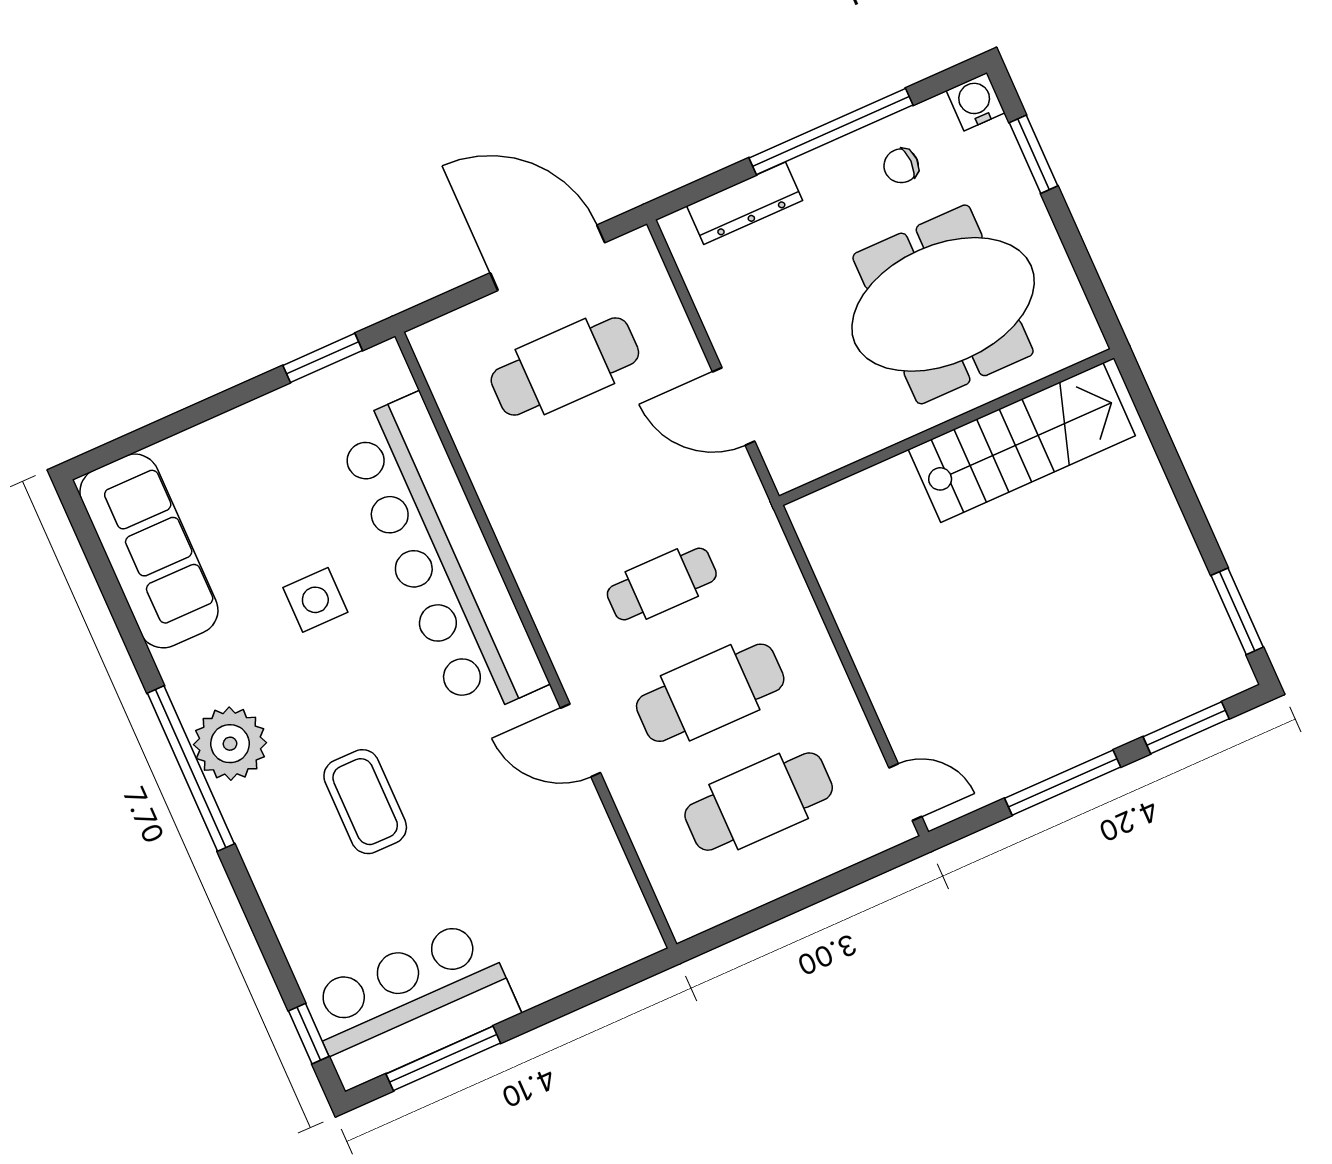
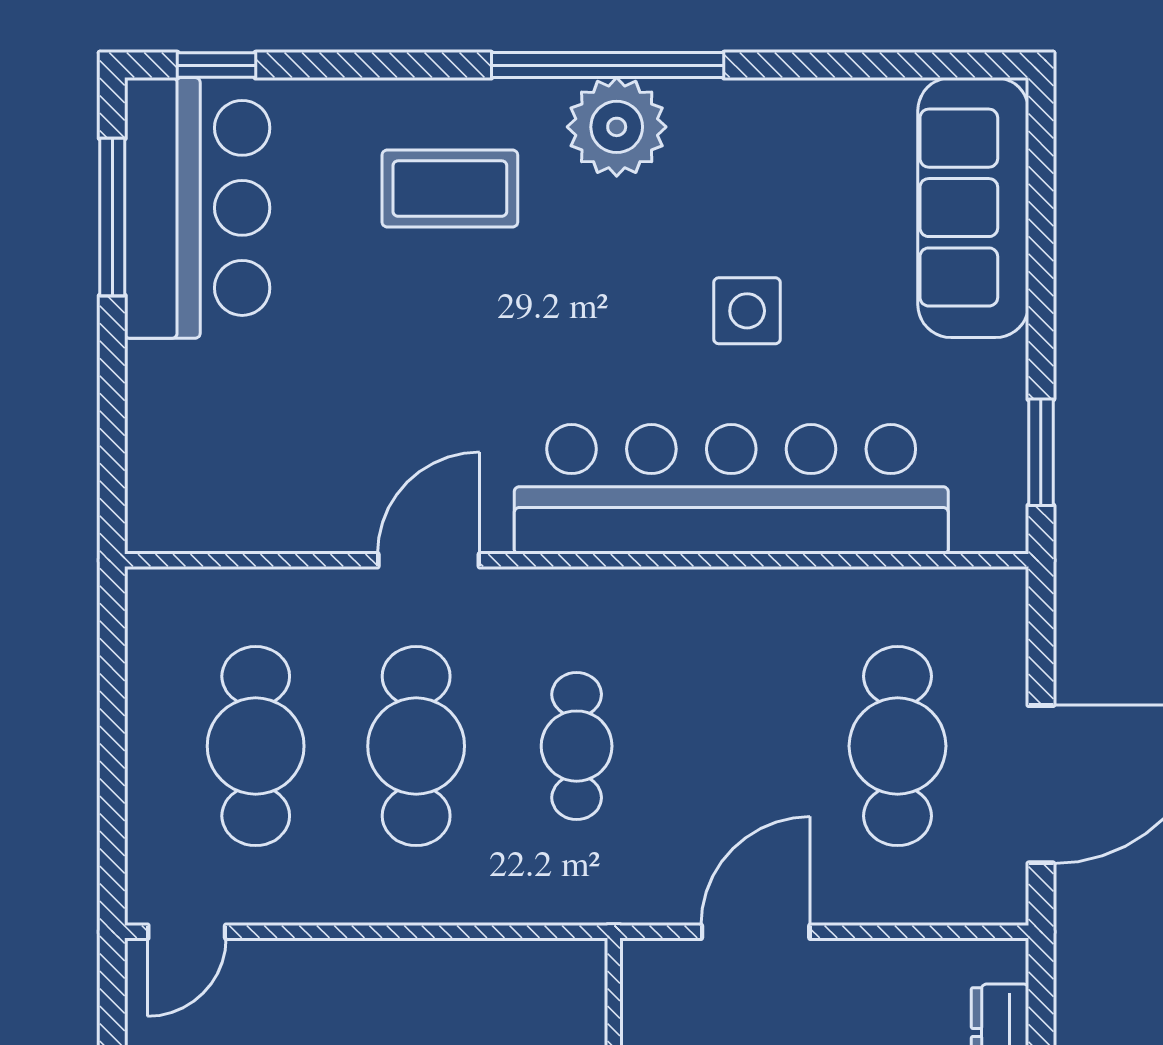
sofa: (149, 551) -> (973, 208), moved, turned 90
coffee table: (365, 802) -> (450, 189), moved

